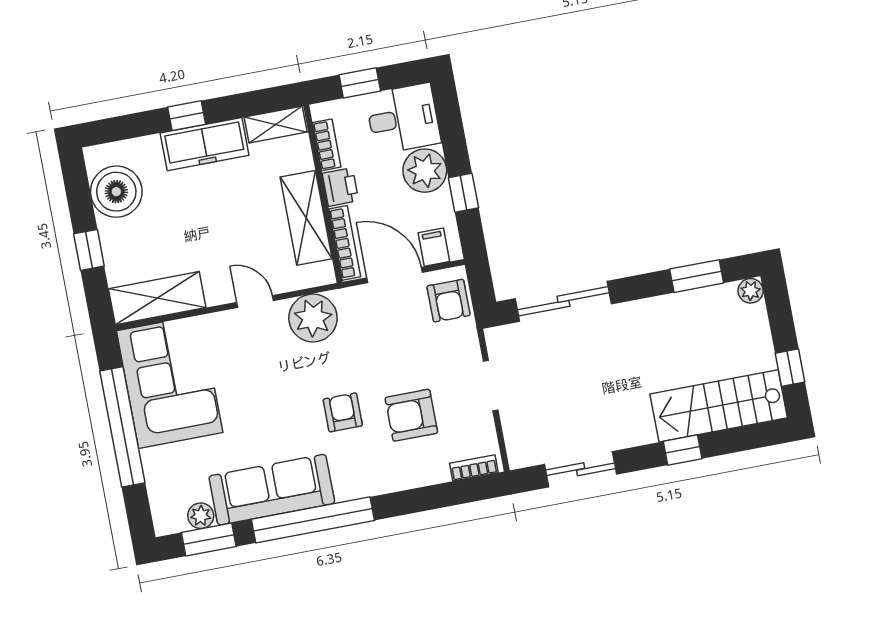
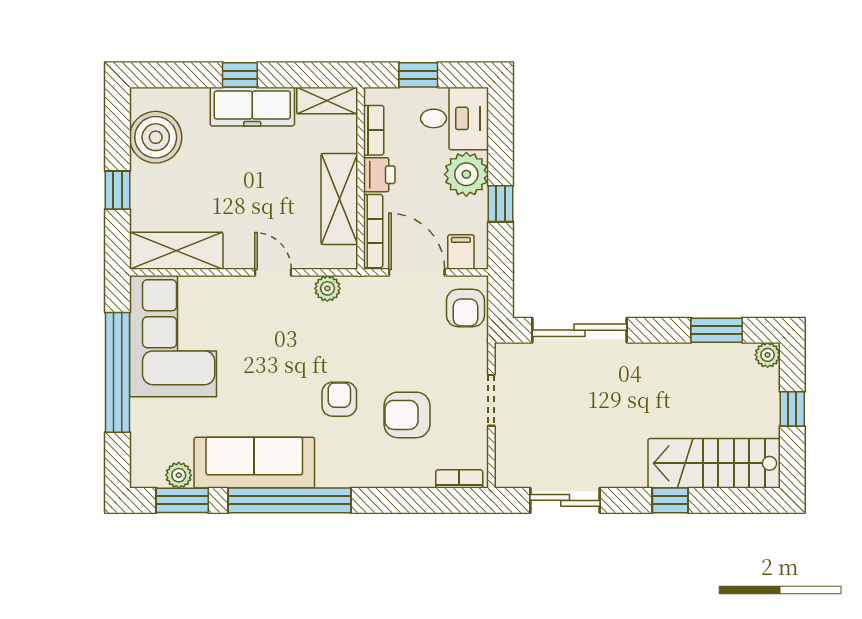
plant: (313, 318) -> (327, 288), width x0.53, depth x0.53
window: (790, 368) -> (792, 409), moved

